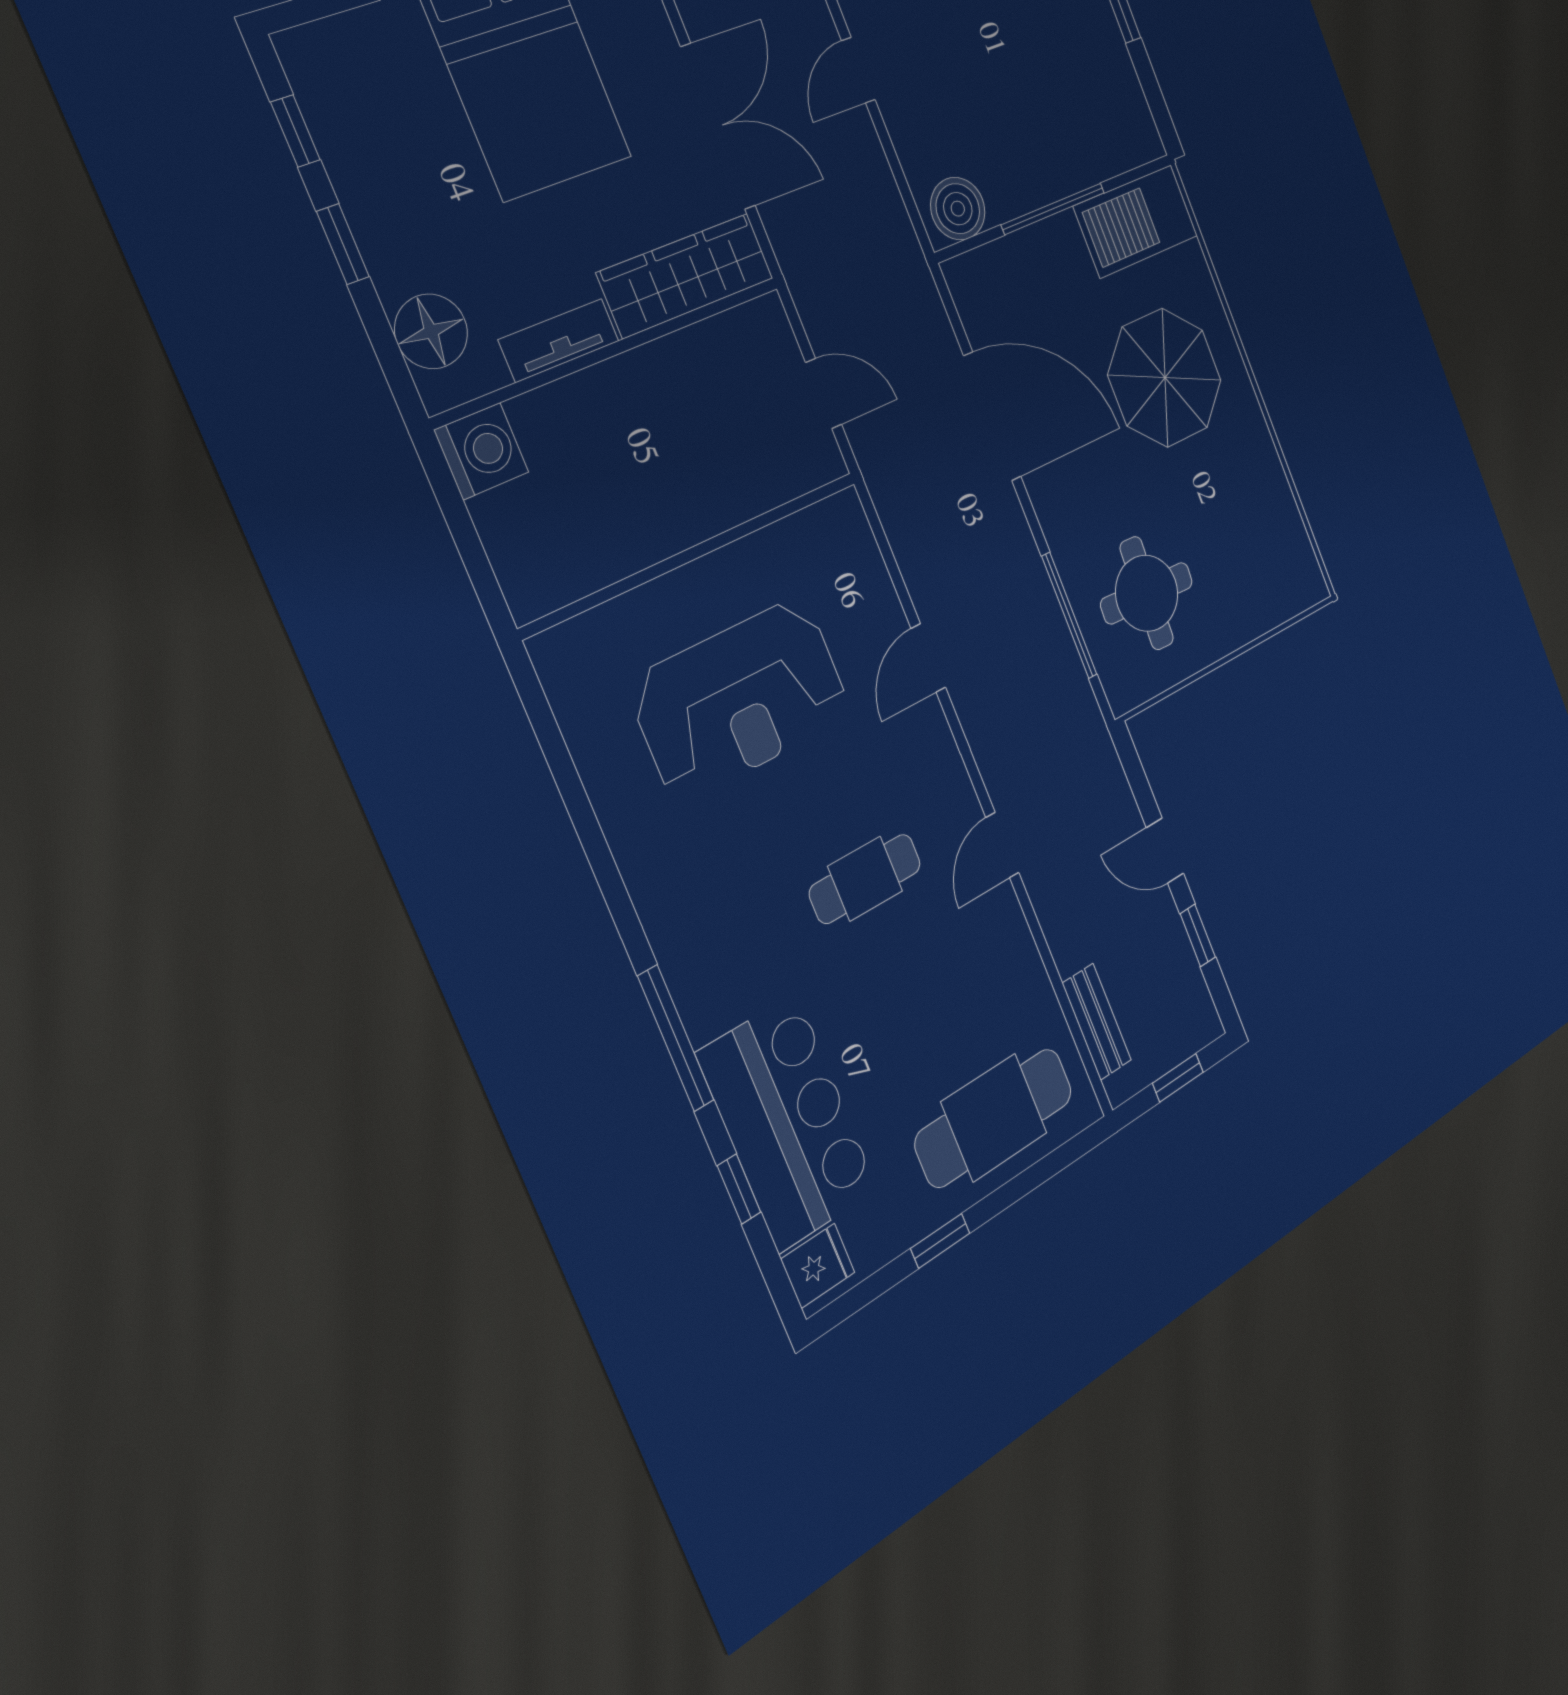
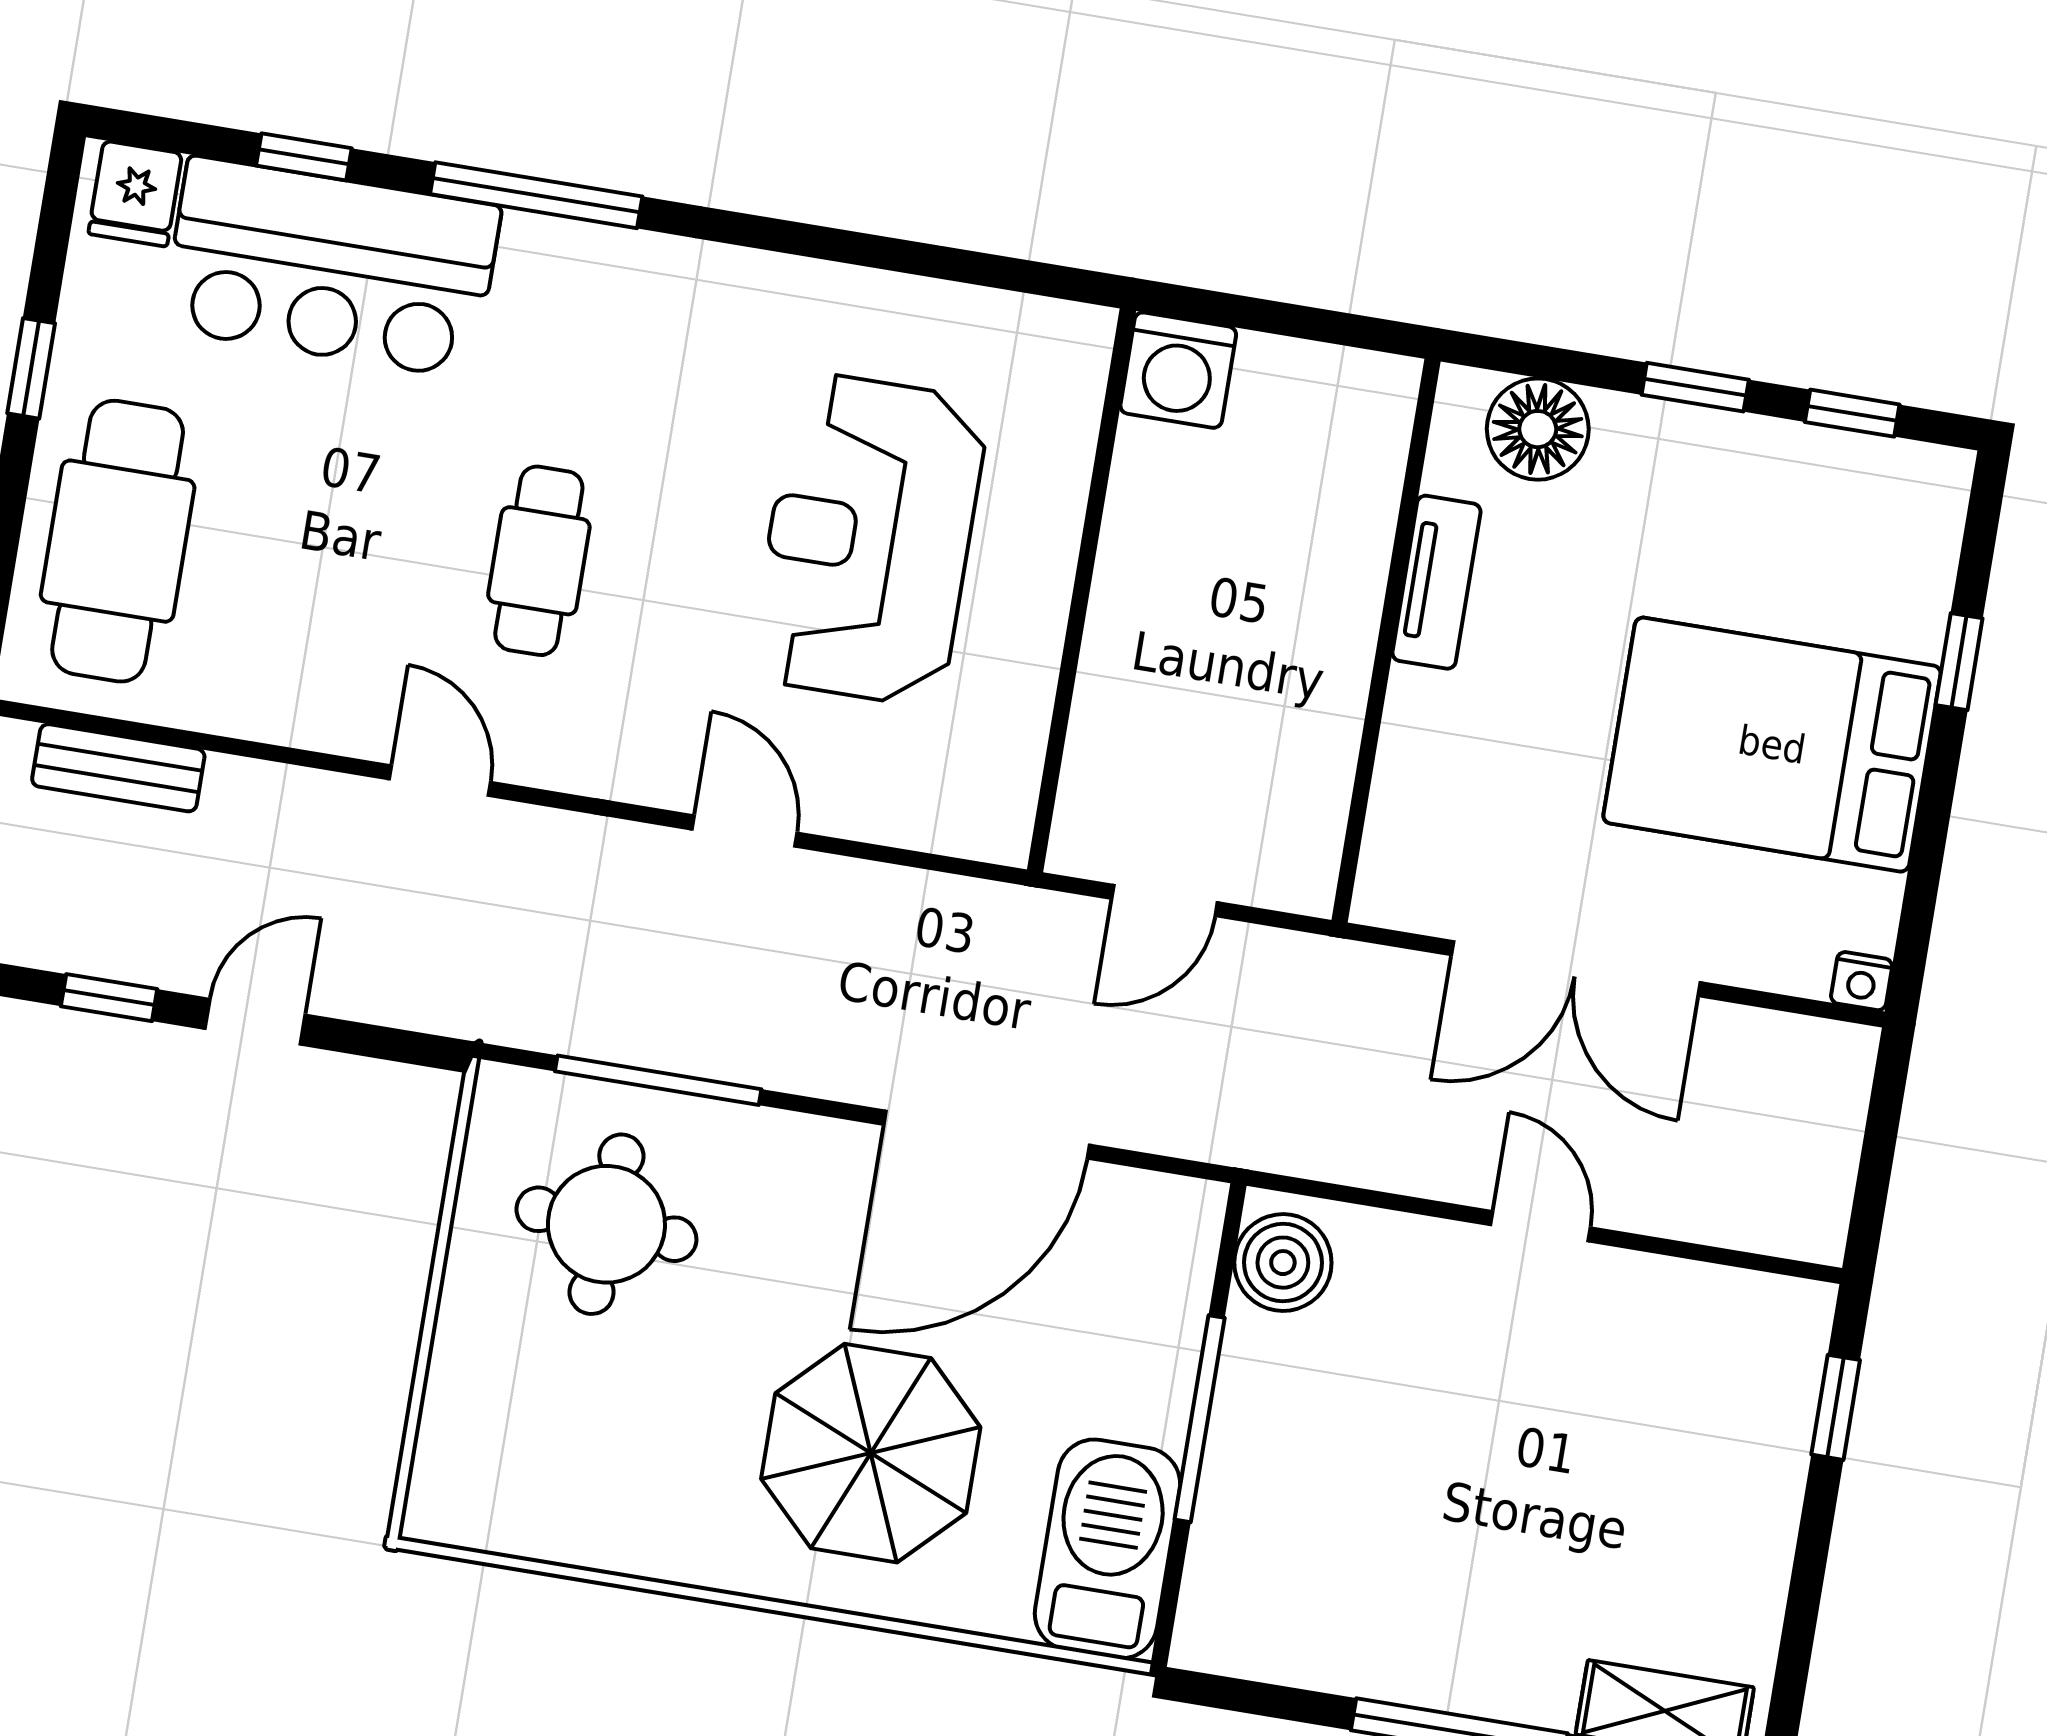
wardrobe: (686, 275) -> (1418, 803), removed
washing machine: (481, 451) -> (1178, 370), moved

